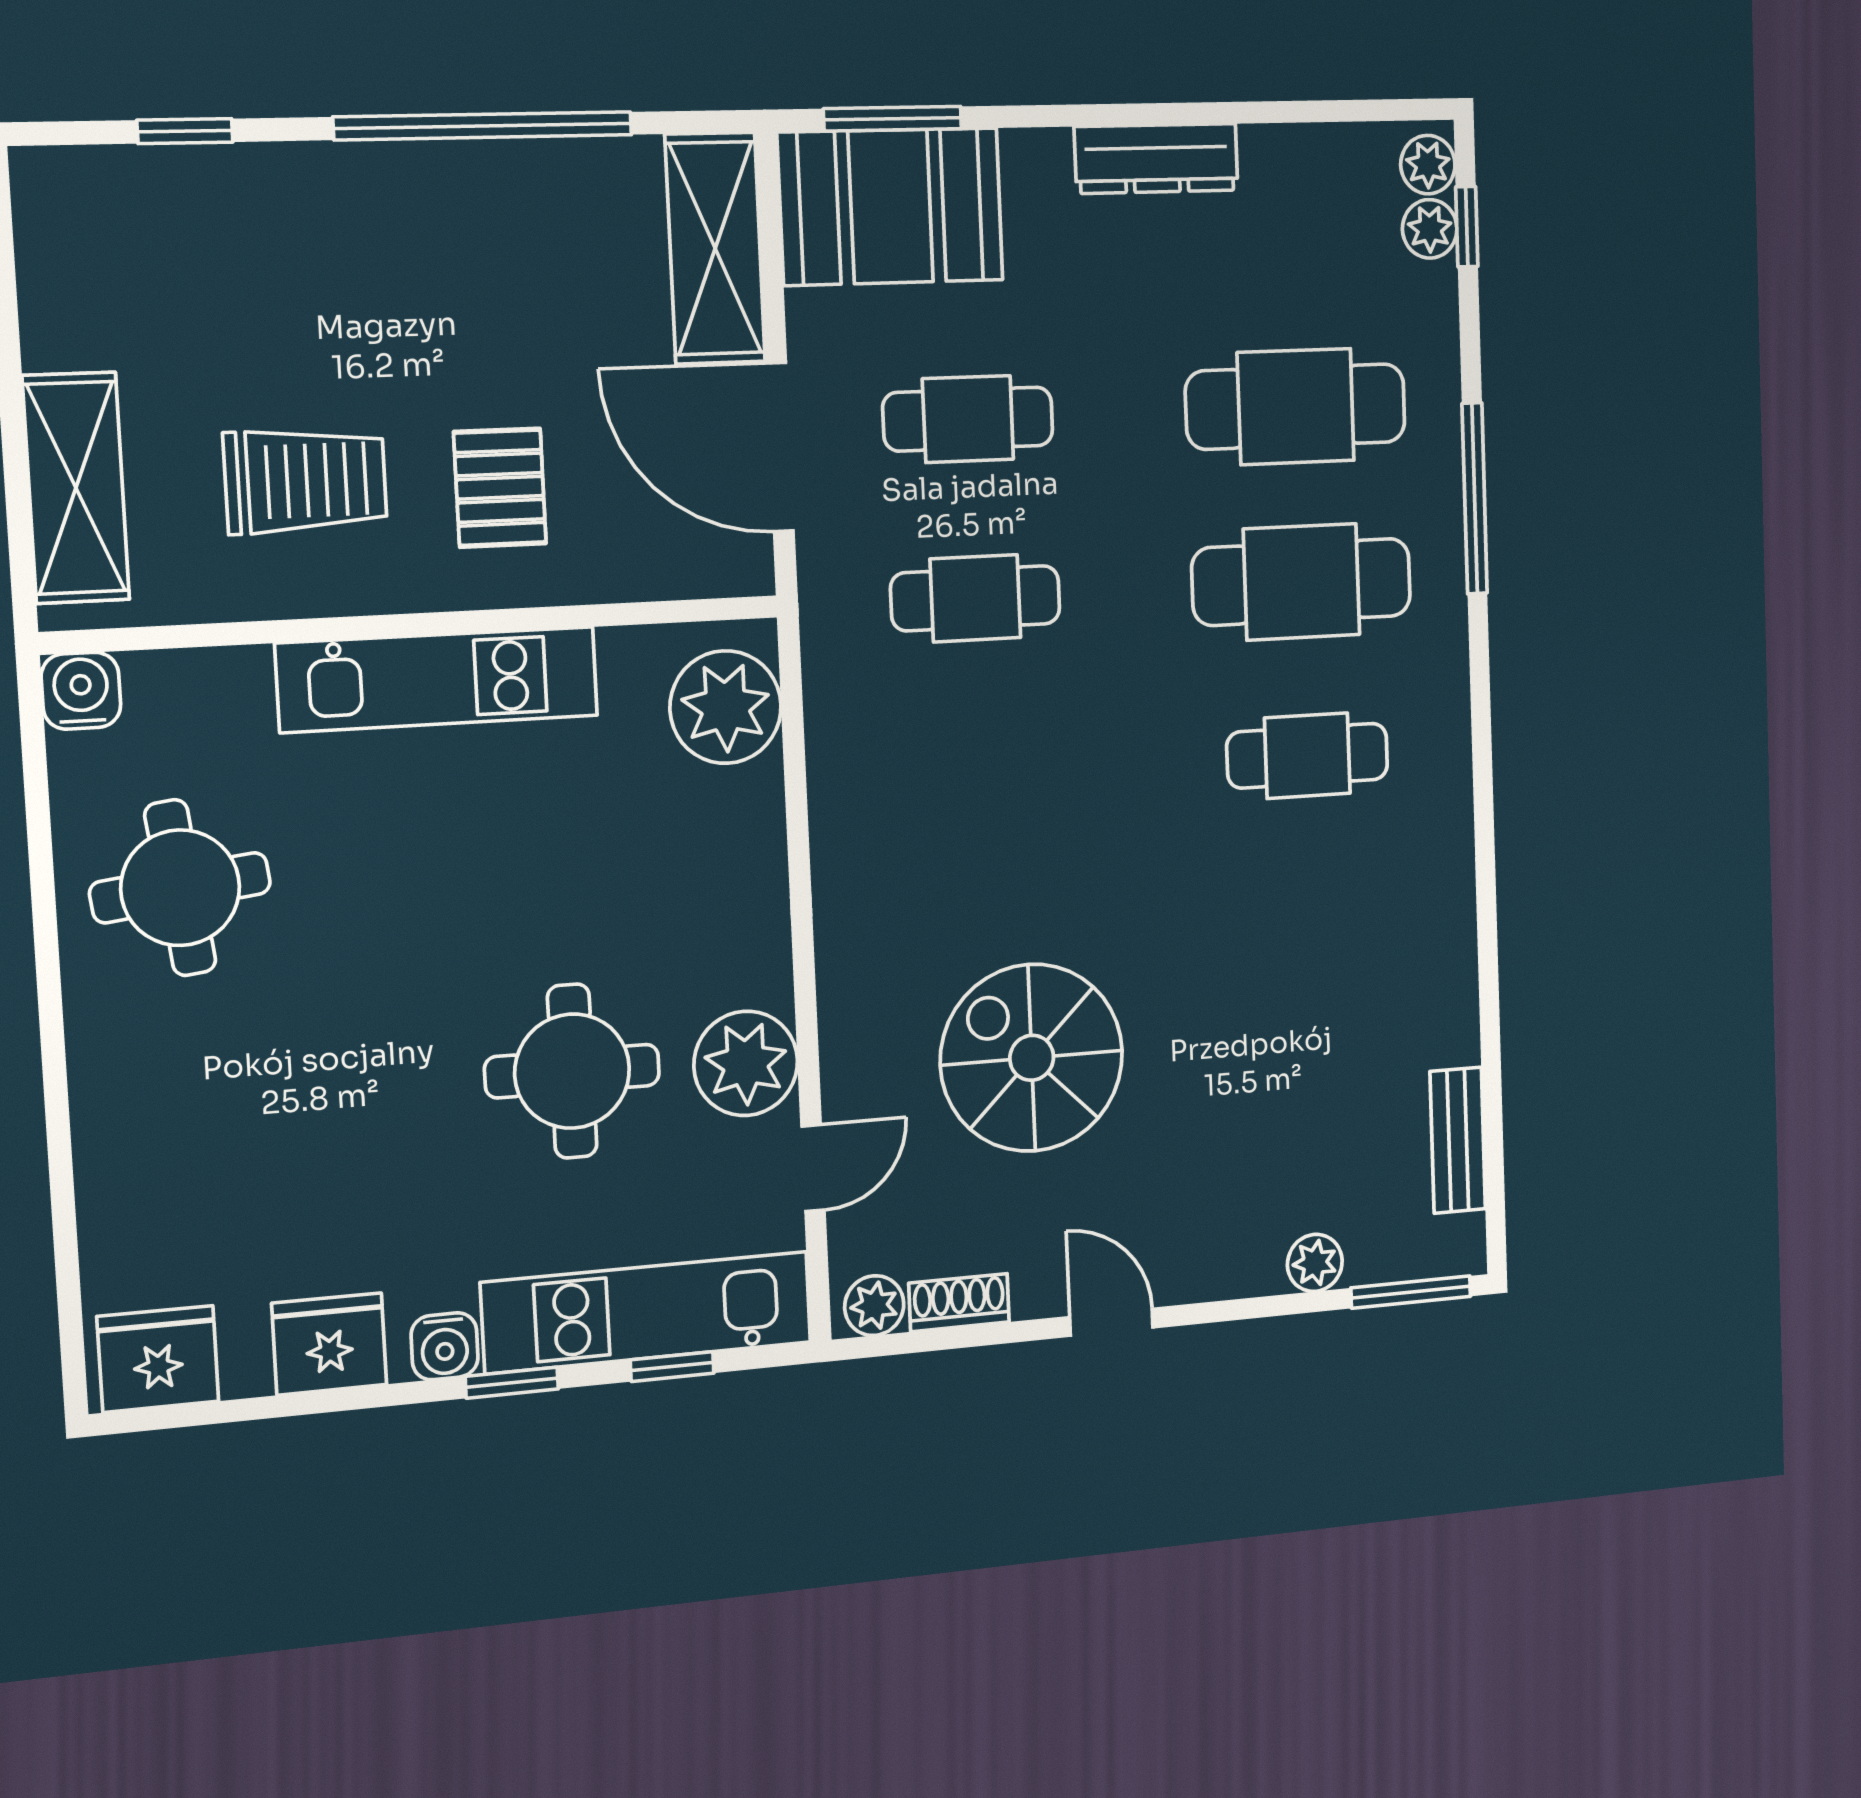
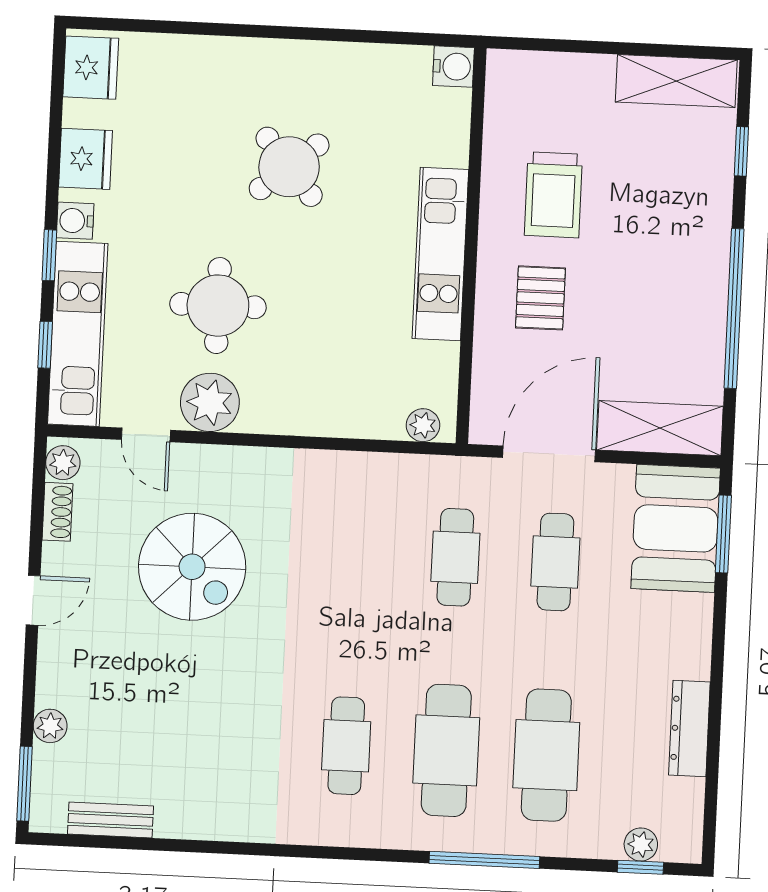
dresser: (1156, 159) -> (689, 729), moved
plant: (1428, 165) -> (677, 846), removed
shelving: (76, 488) -> (676, 81), moved
pallet: (500, 488) -> (540, 298), turned 90
plant: (726, 707) -> (423, 425), width x0.53, depth x0.53
round table: (180, 888) -> (289, 167), moved, turned -33
spiral stairs: (1032, 1058) -> (192, 567), turned 90

